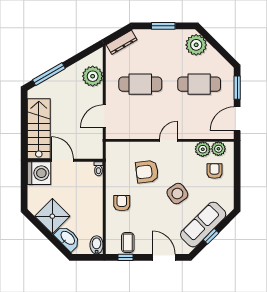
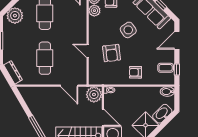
plant: (93, 76) -> (94, 95), moved
door: (169, 140) -> (88, 51), moved
door: (62, 160) -> (103, 118), swing flipped

